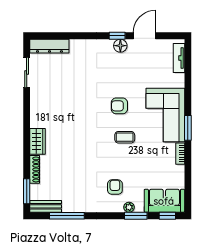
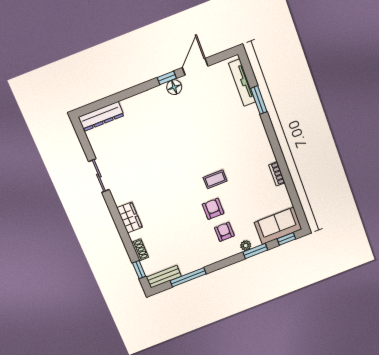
tv unit: (179, 58) -> (242, 83), width x1.41
sliding door: (27, 73) -> (99, 176), moved
armchair: (119, 106) -> (213, 209), moved, turned 90
corner sofa: (165, 115) -> (248, 141), removed
window: (188, 128) -> (259, 100), moved
shoe rack: (35, 169) -> (140, 250), width x0.70
window: (27, 191) -> (139, 270), width x0.67

